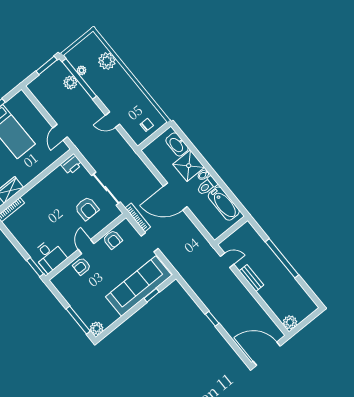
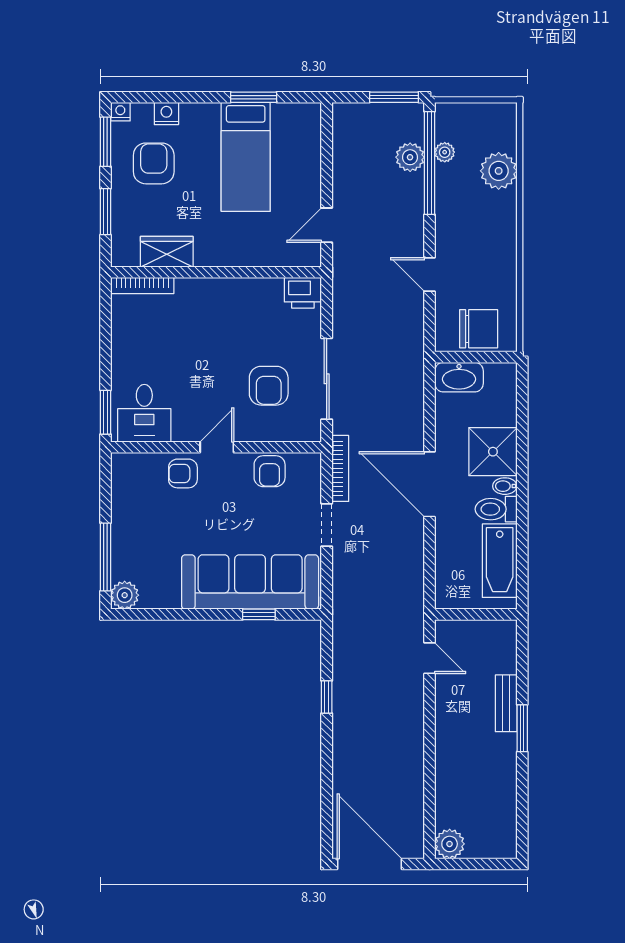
chair: (147, 125) -> (479, 329), width x1.87, depth x1.87
washbasin: (177, 144) -> (459, 377), moved, turned -90
window: (282, 258) -> (522, 728), width x0.47
bench: (251, 278) -> (506, 703), moved
window: (212, 319) -> (327, 697), moved

